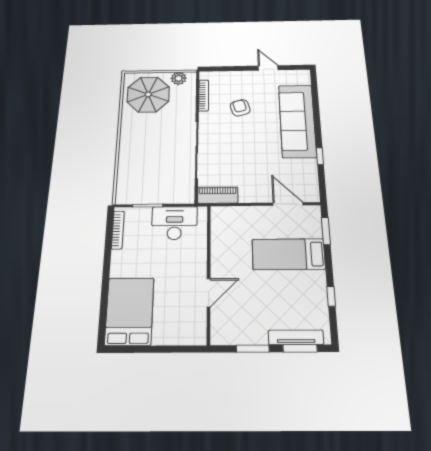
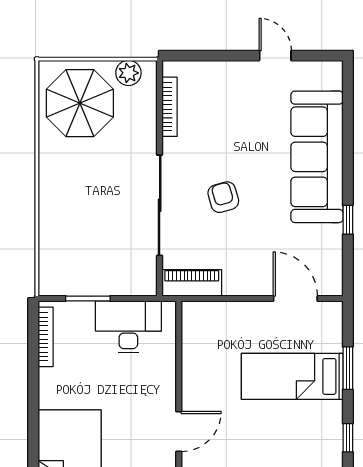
armchair: (240, 108) -> (223, 197), moved
window: (326, 231) -> (348, 368), moved

